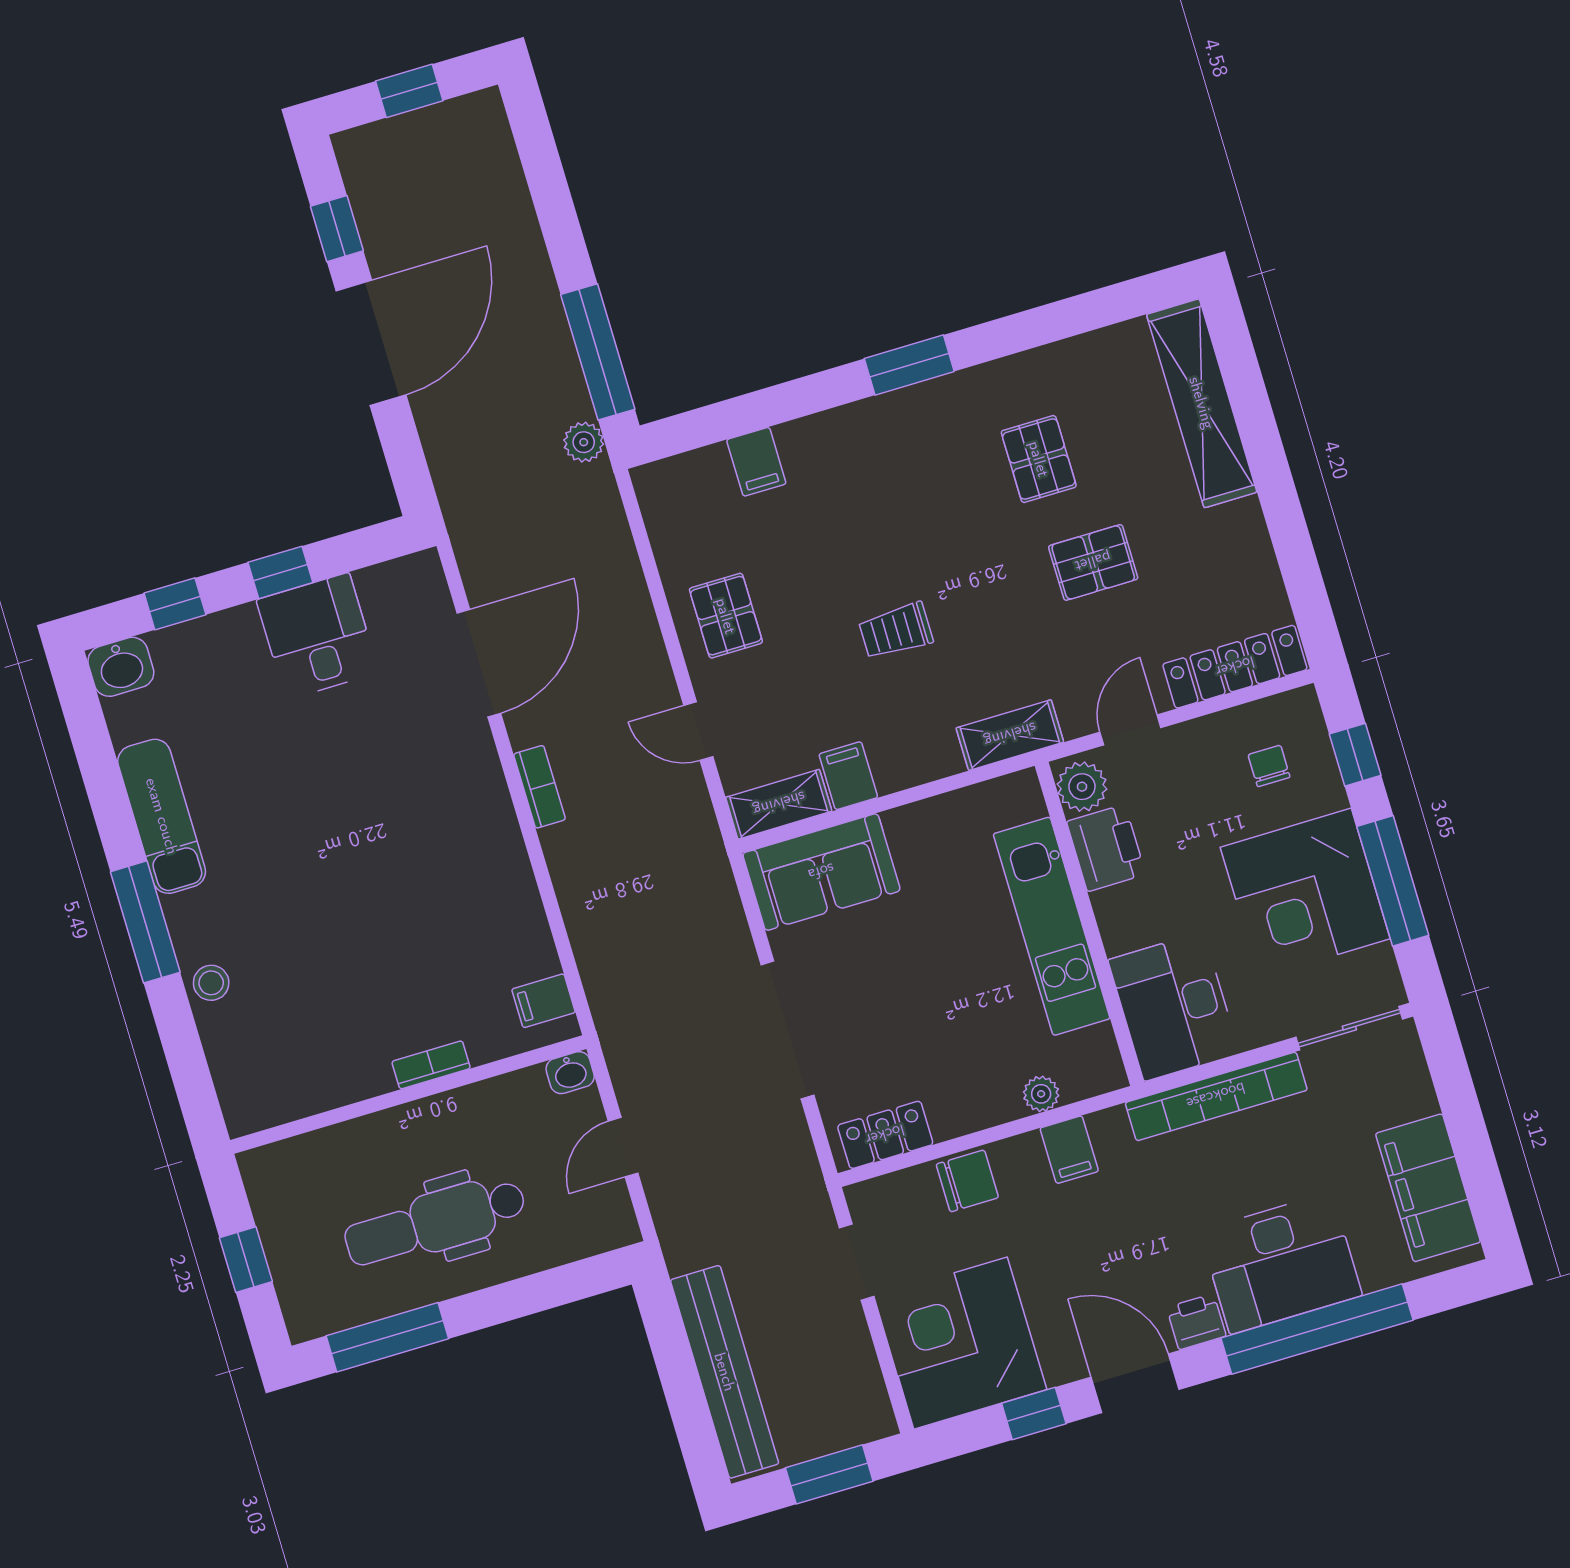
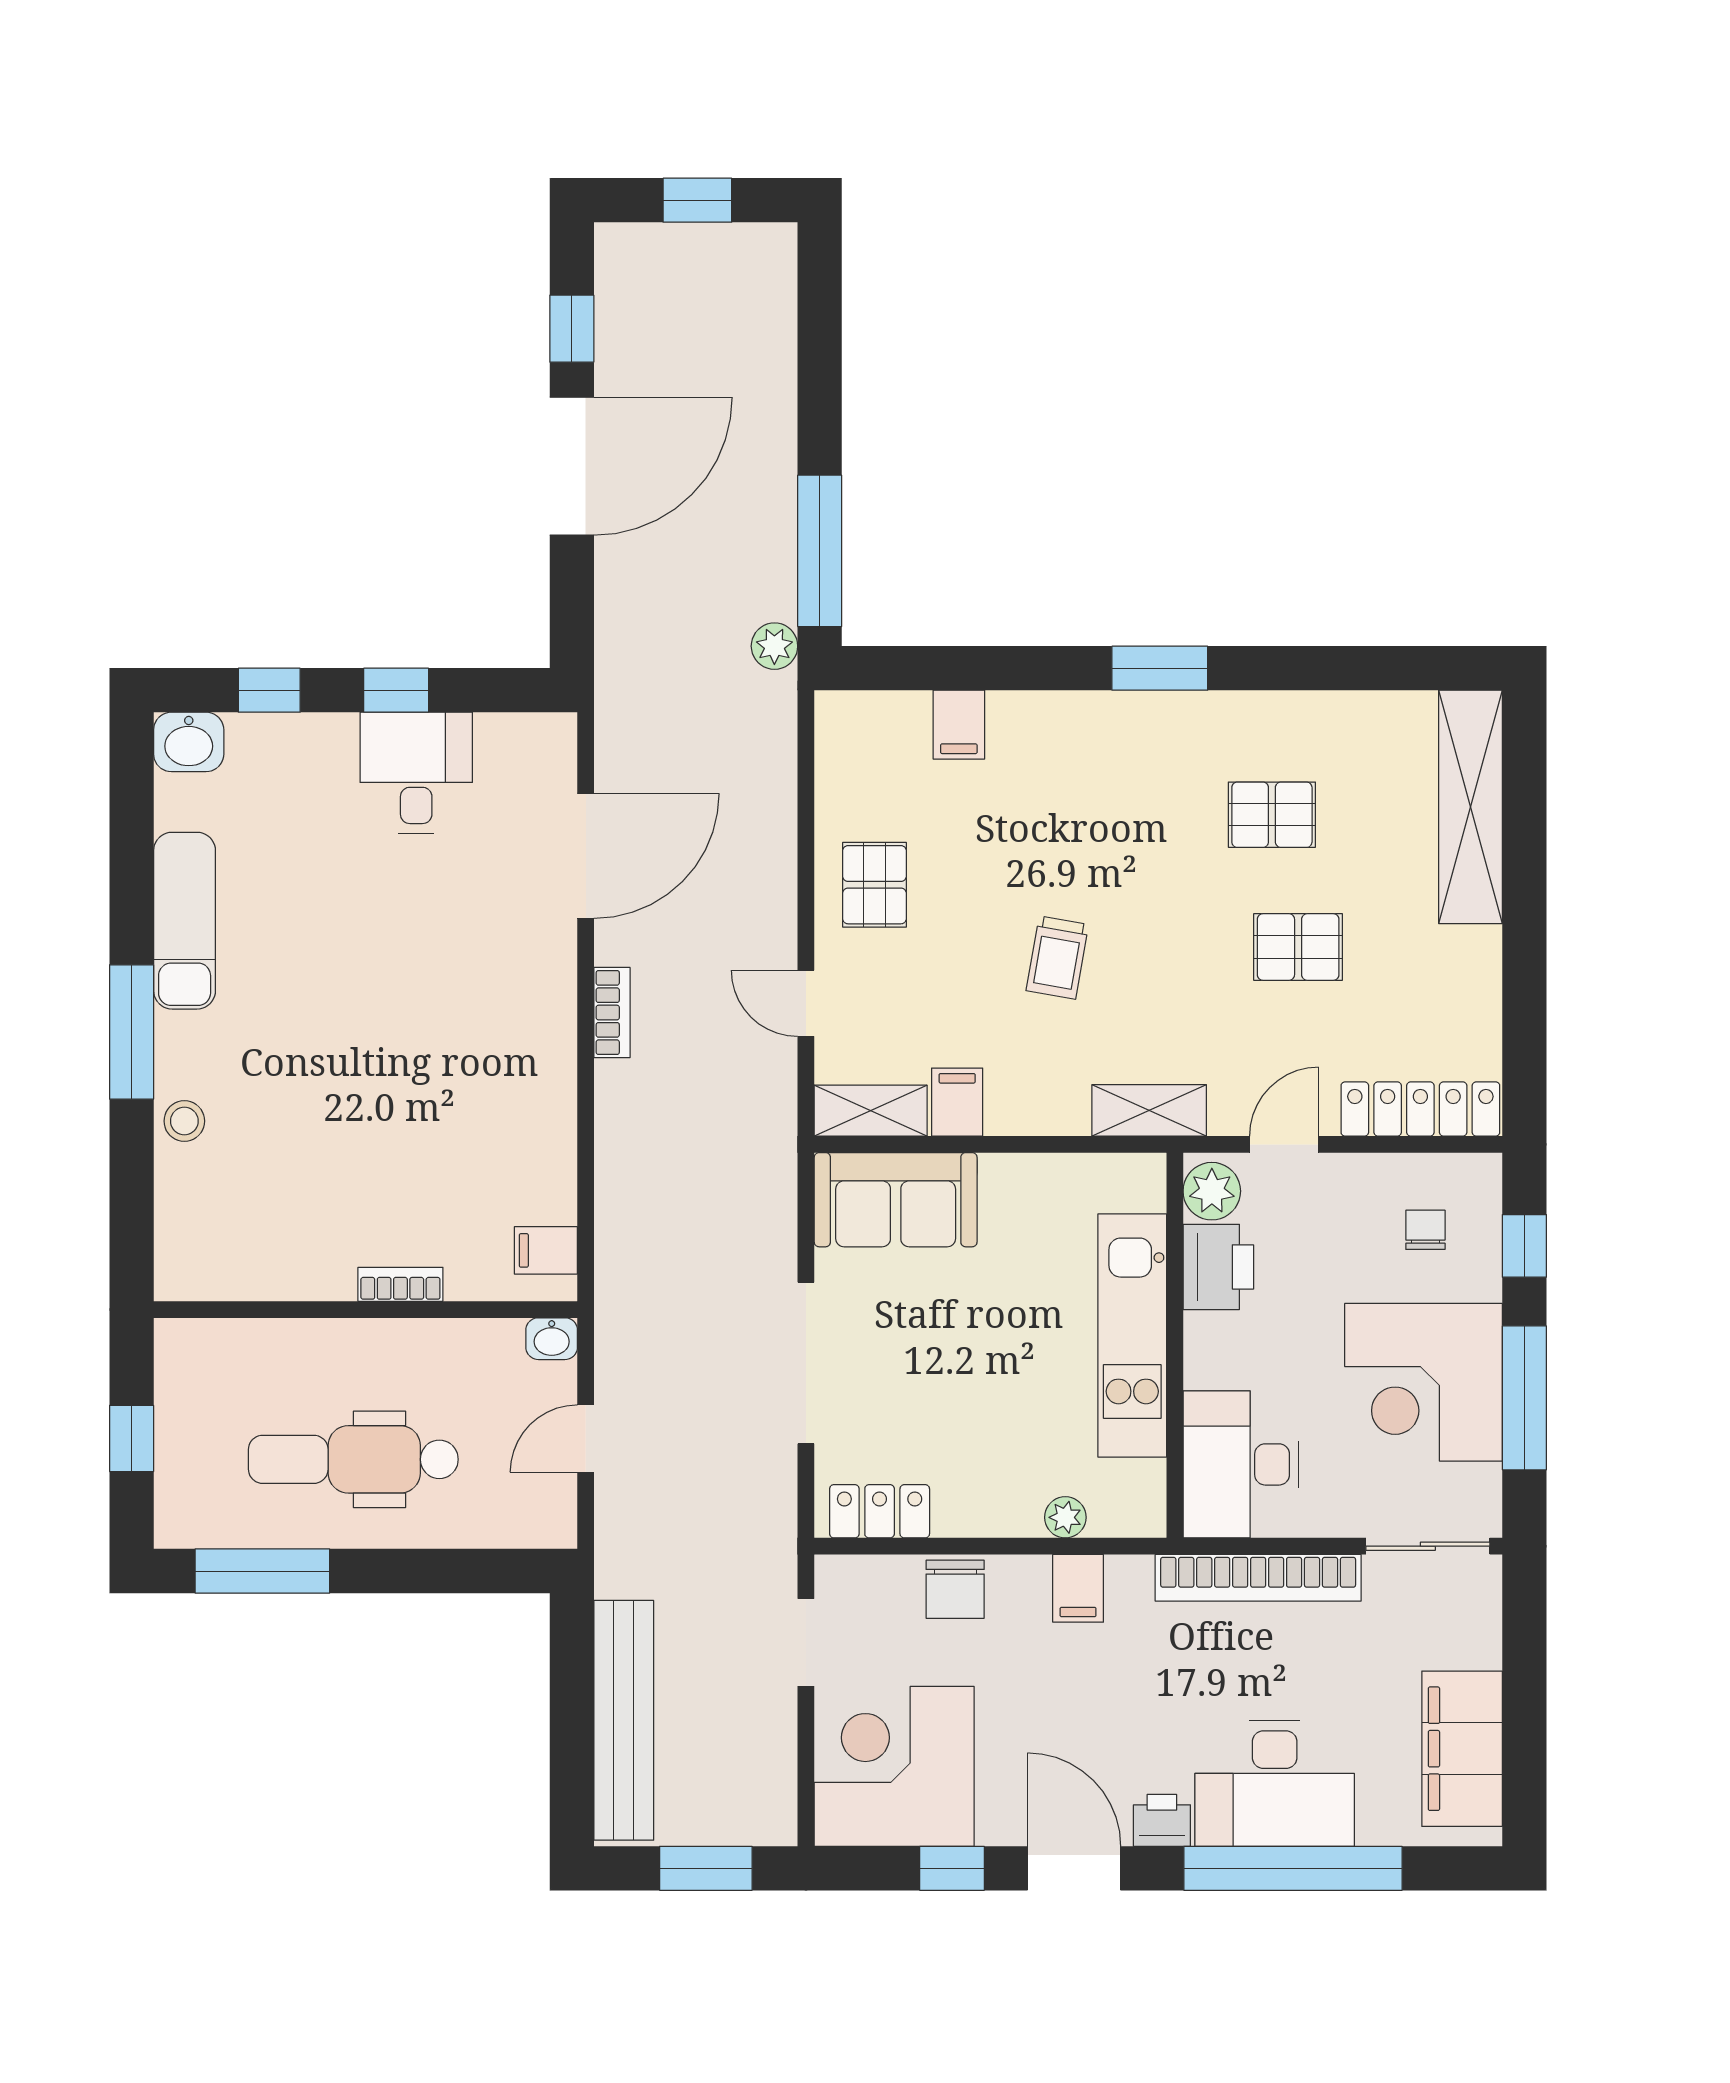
pallet: (1039, 459) -> (1272, 815), turned 90
trolley: (896, 631) -> (1057, 958), turned -80
chair: (967, 1181) -> (955, 1589), turned 90

